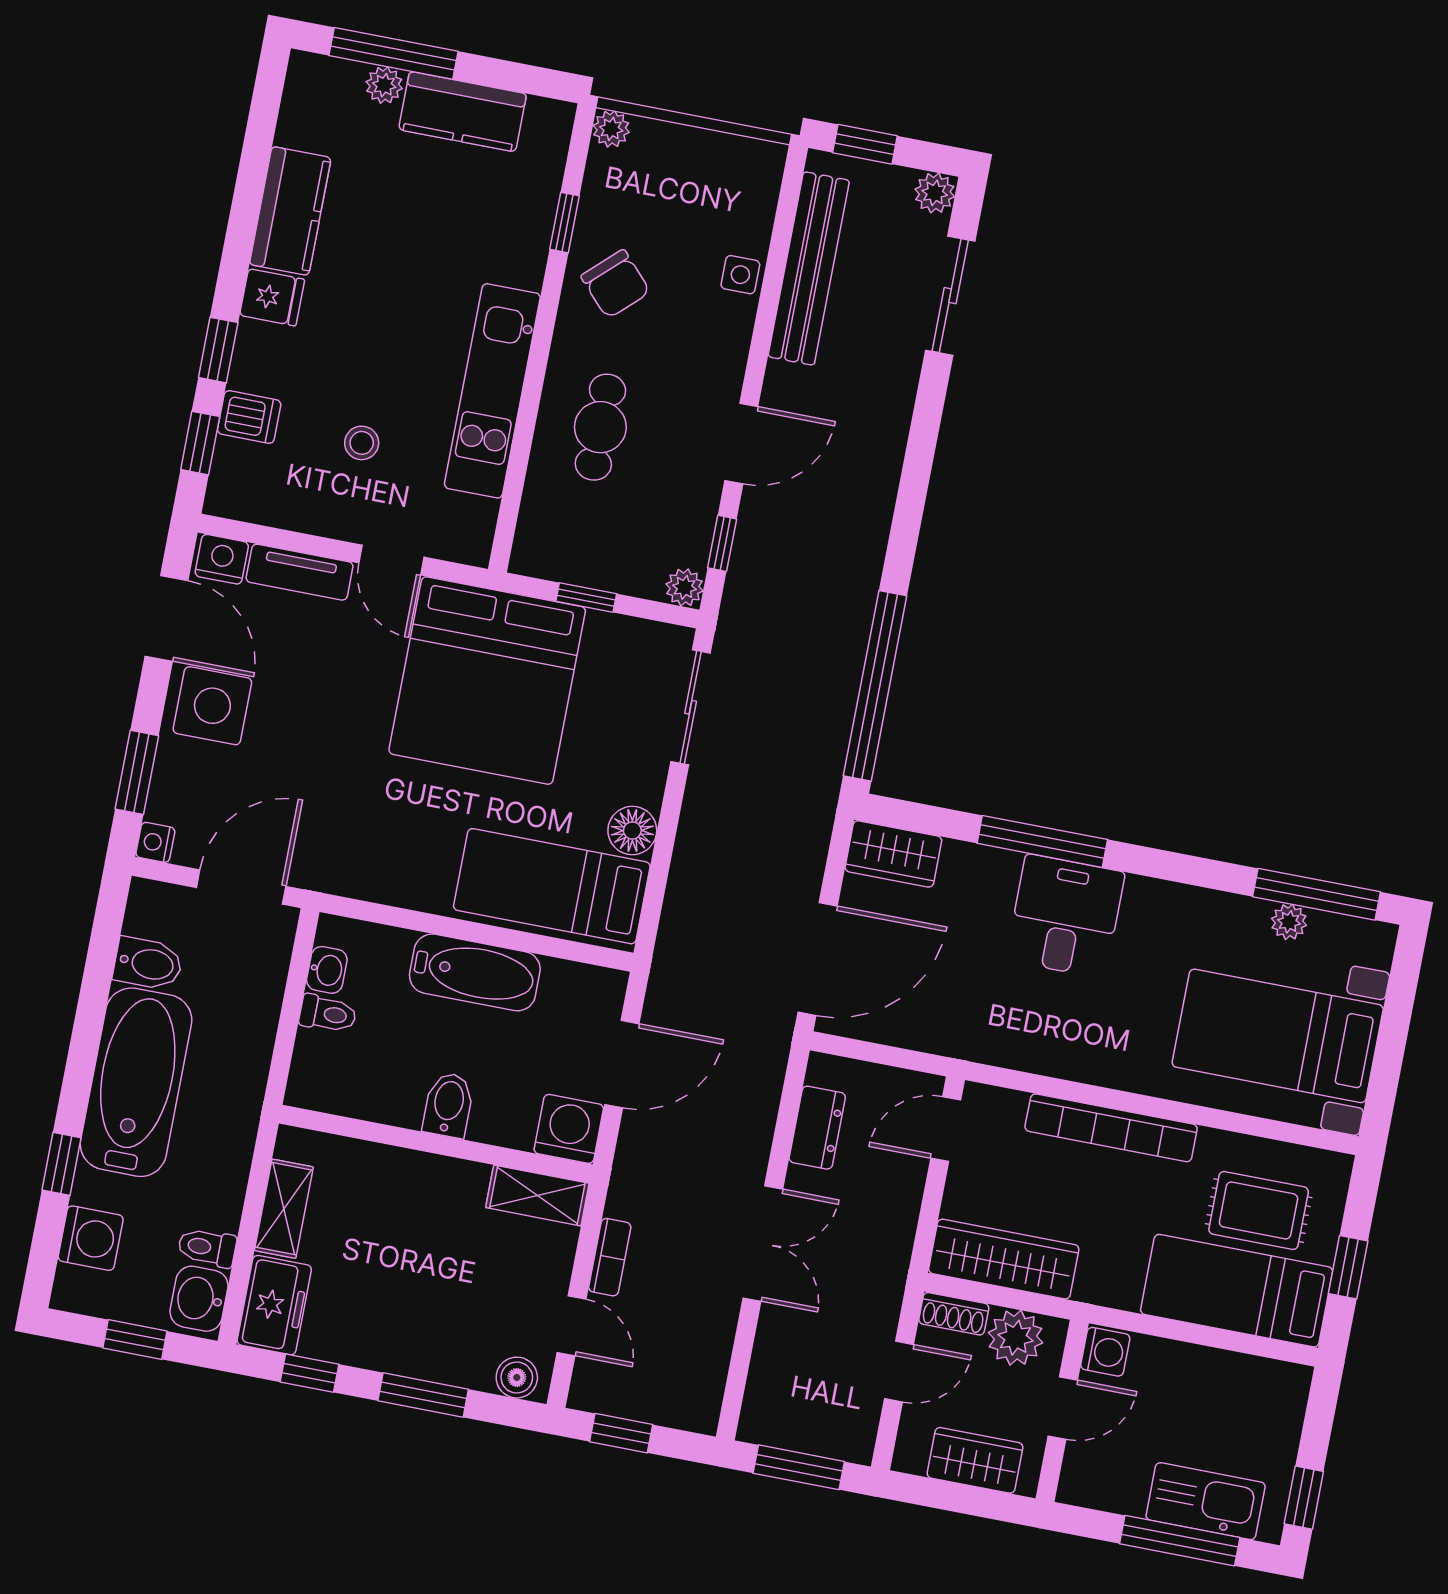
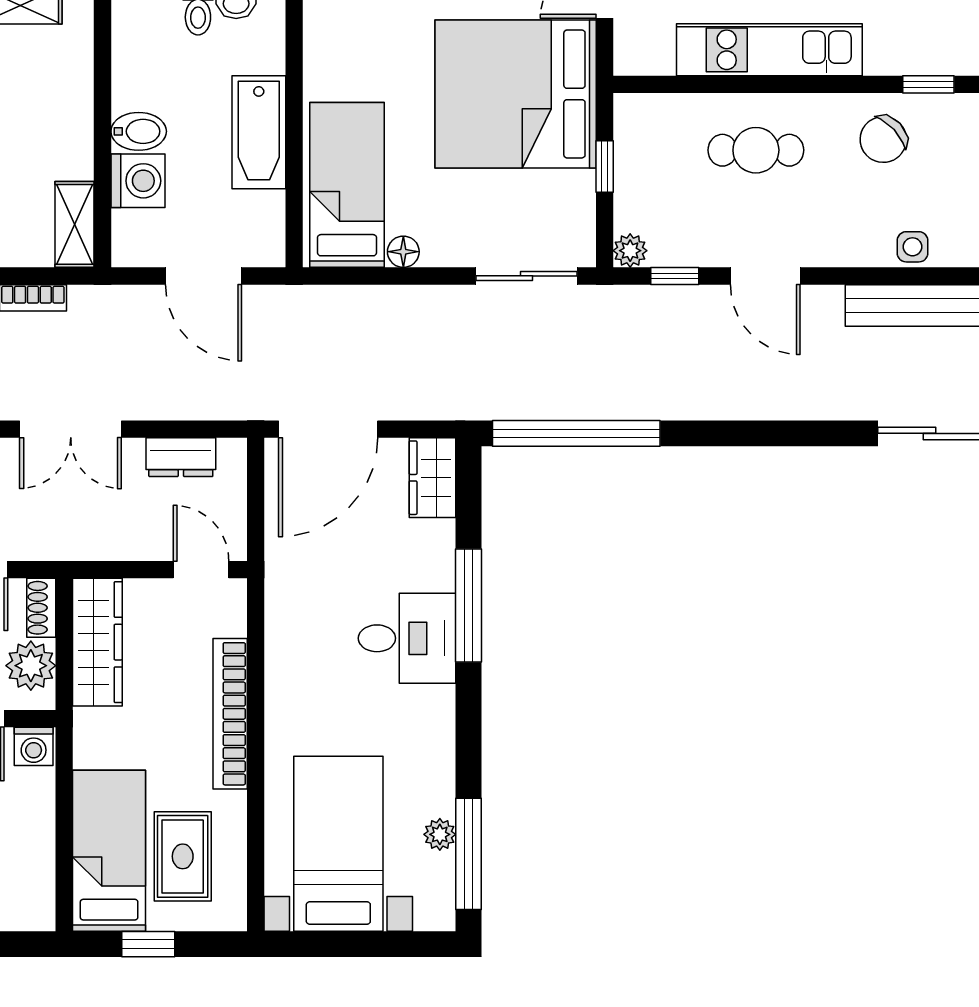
floor lamp: (632, 831) -> (403, 252), width x0.73, depth x0.73
door: (818, 959) -> (328, 429), hinge flipped
washing machine: (569, 1129) -> (138, 181), moved

